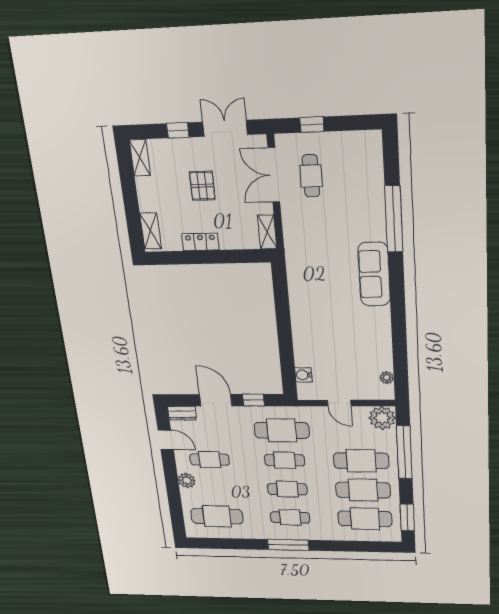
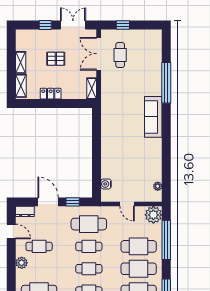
shelving: (140, 158) -> (21, 62), moved
pallet: (202, 186) -> (56, 59), turned 90

